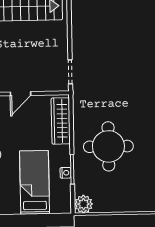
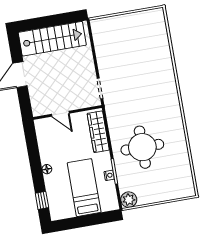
door: (21, 94) -> (60, 114), hinge flipped

